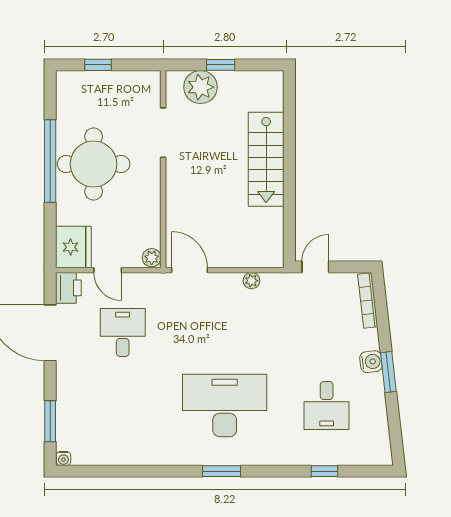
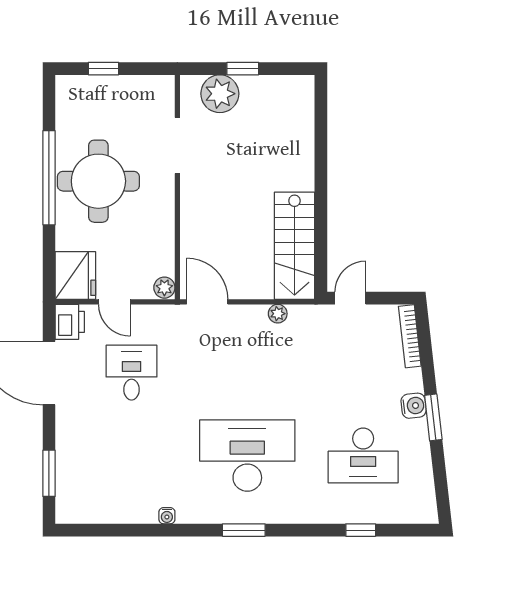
stairs: (266, 159) -> (294, 246), moved
desk: (327, 406) -> (363, 456), width x1.37
water cooler: (63, 458) -> (167, 516), moved

